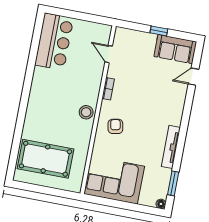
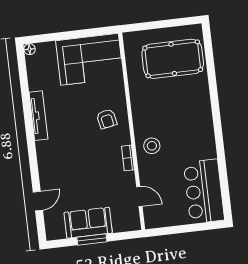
window: (159, 31) -> (92, 240), width x1.50
sofa: (175, 49) -> (88, 223), moved
stool: (86, 112) -> (152, 146), moved
window: (173, 183) -> (23, 76), removed

